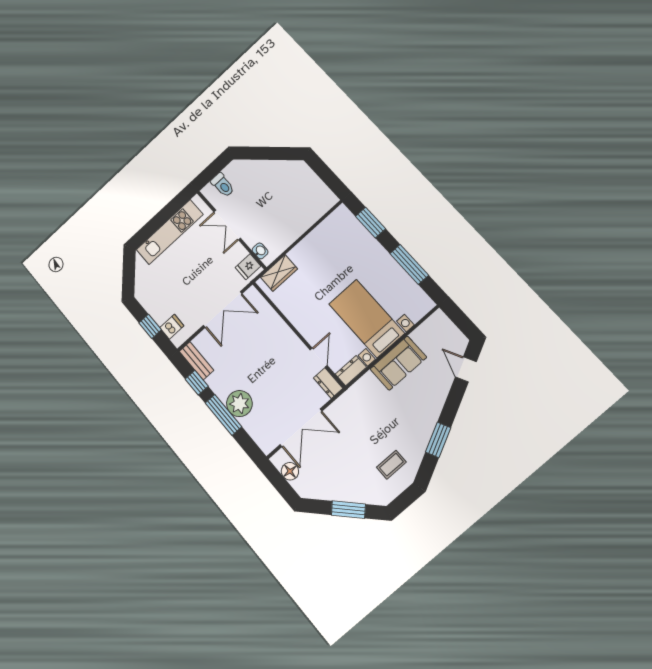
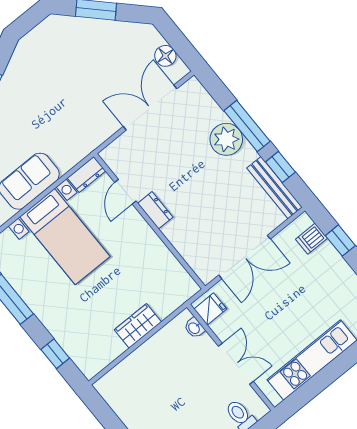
window: (371, 223) -> (55, 354), width x0.67
wardrobe: (279, 273) -> (138, 326), moved
double door: (223, 309) -> (245, 257), swing flipped
bench: (196, 361) -> (275, 188), width x1.36
dresser: (328, 383) -> (155, 210), moved
coffee table: (391, 465) -> (43, 61), removed

